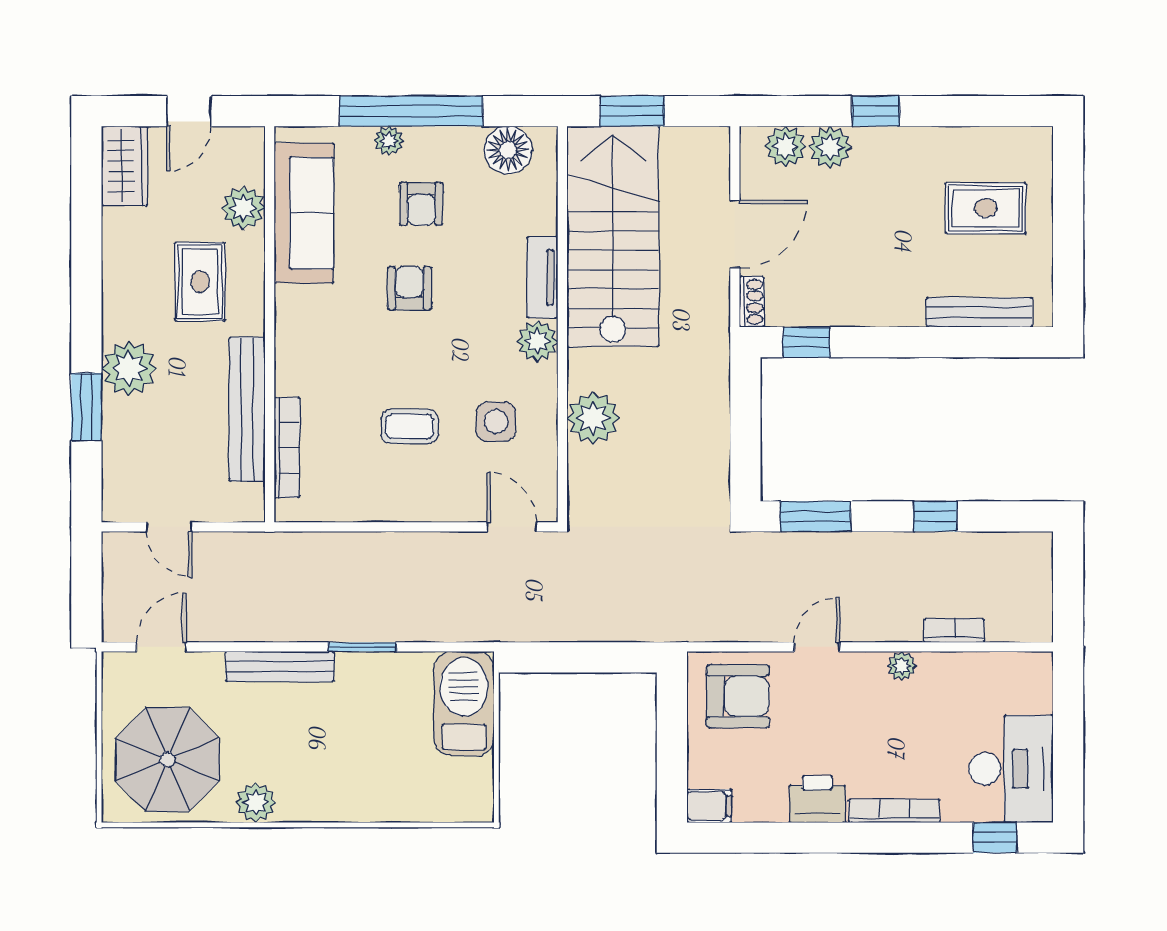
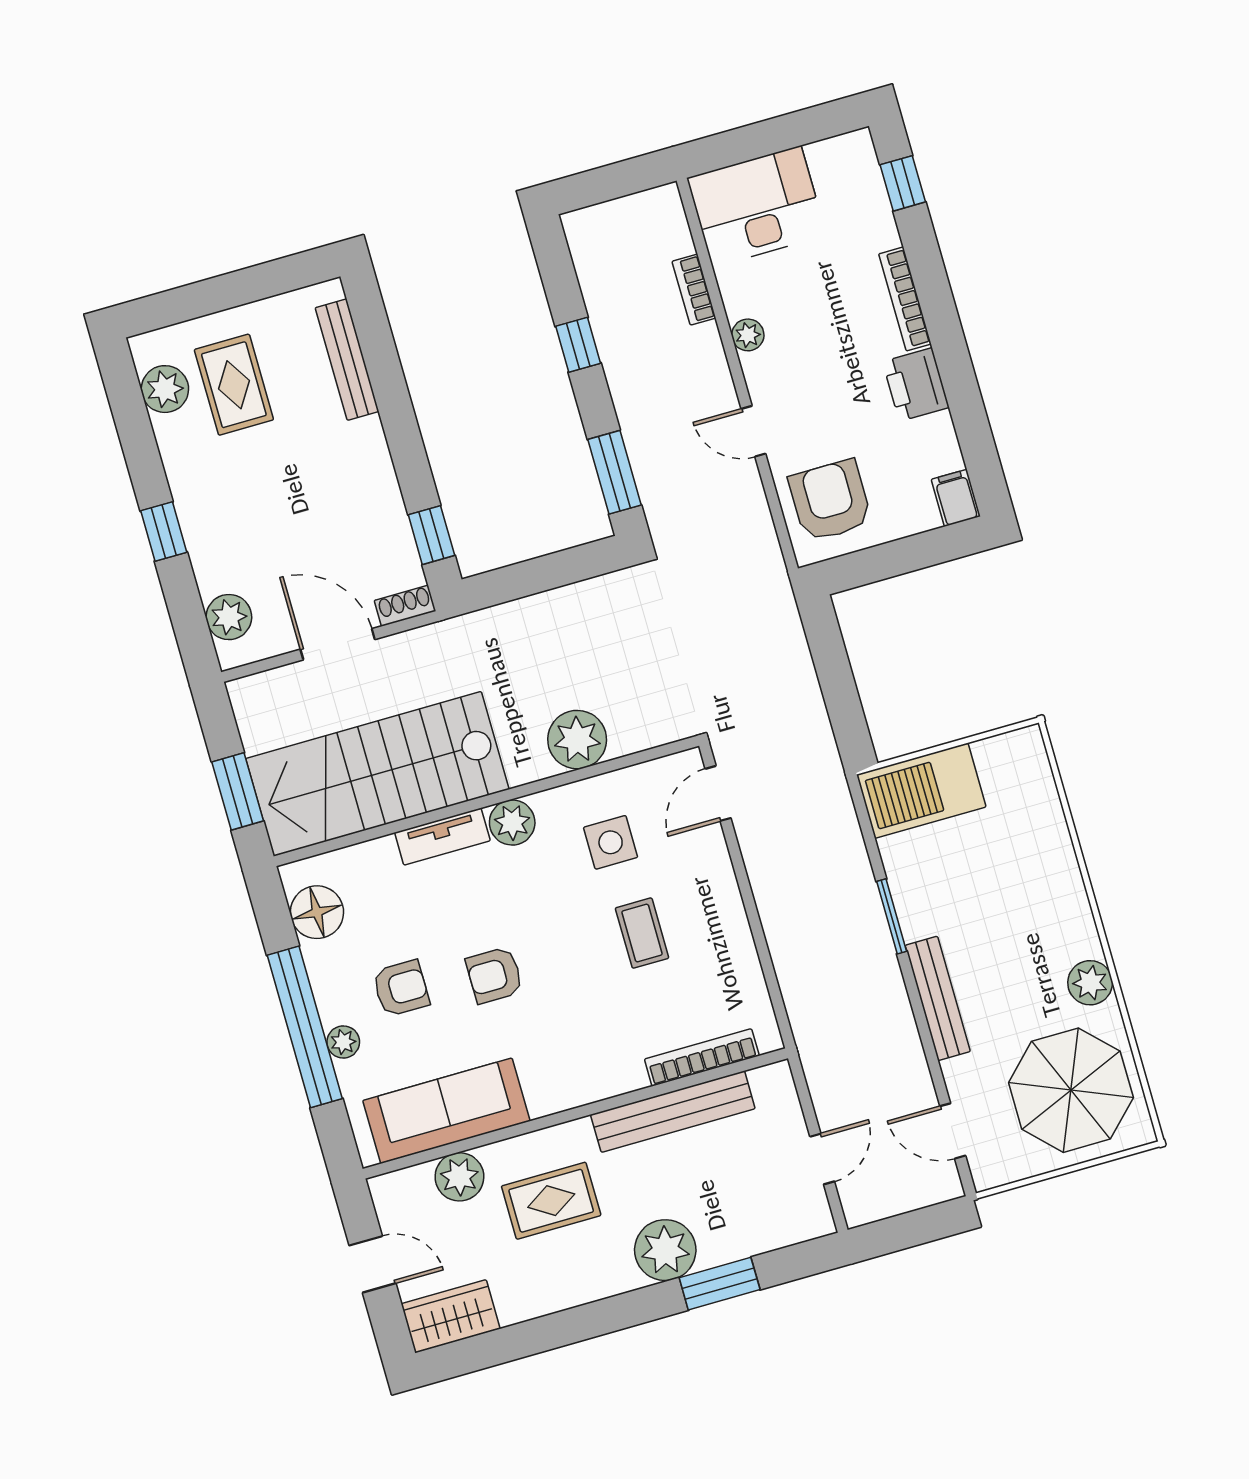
plant: (830, 147) -> (165, 389), moved
desk: (1011, 769) -> (757, 206), moved

